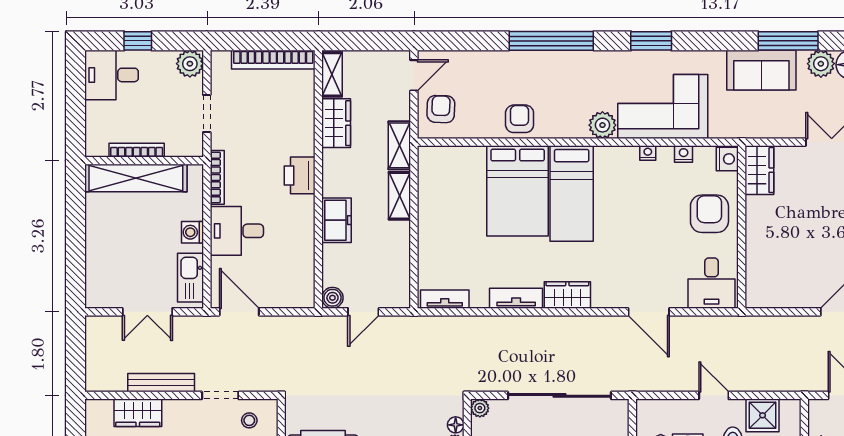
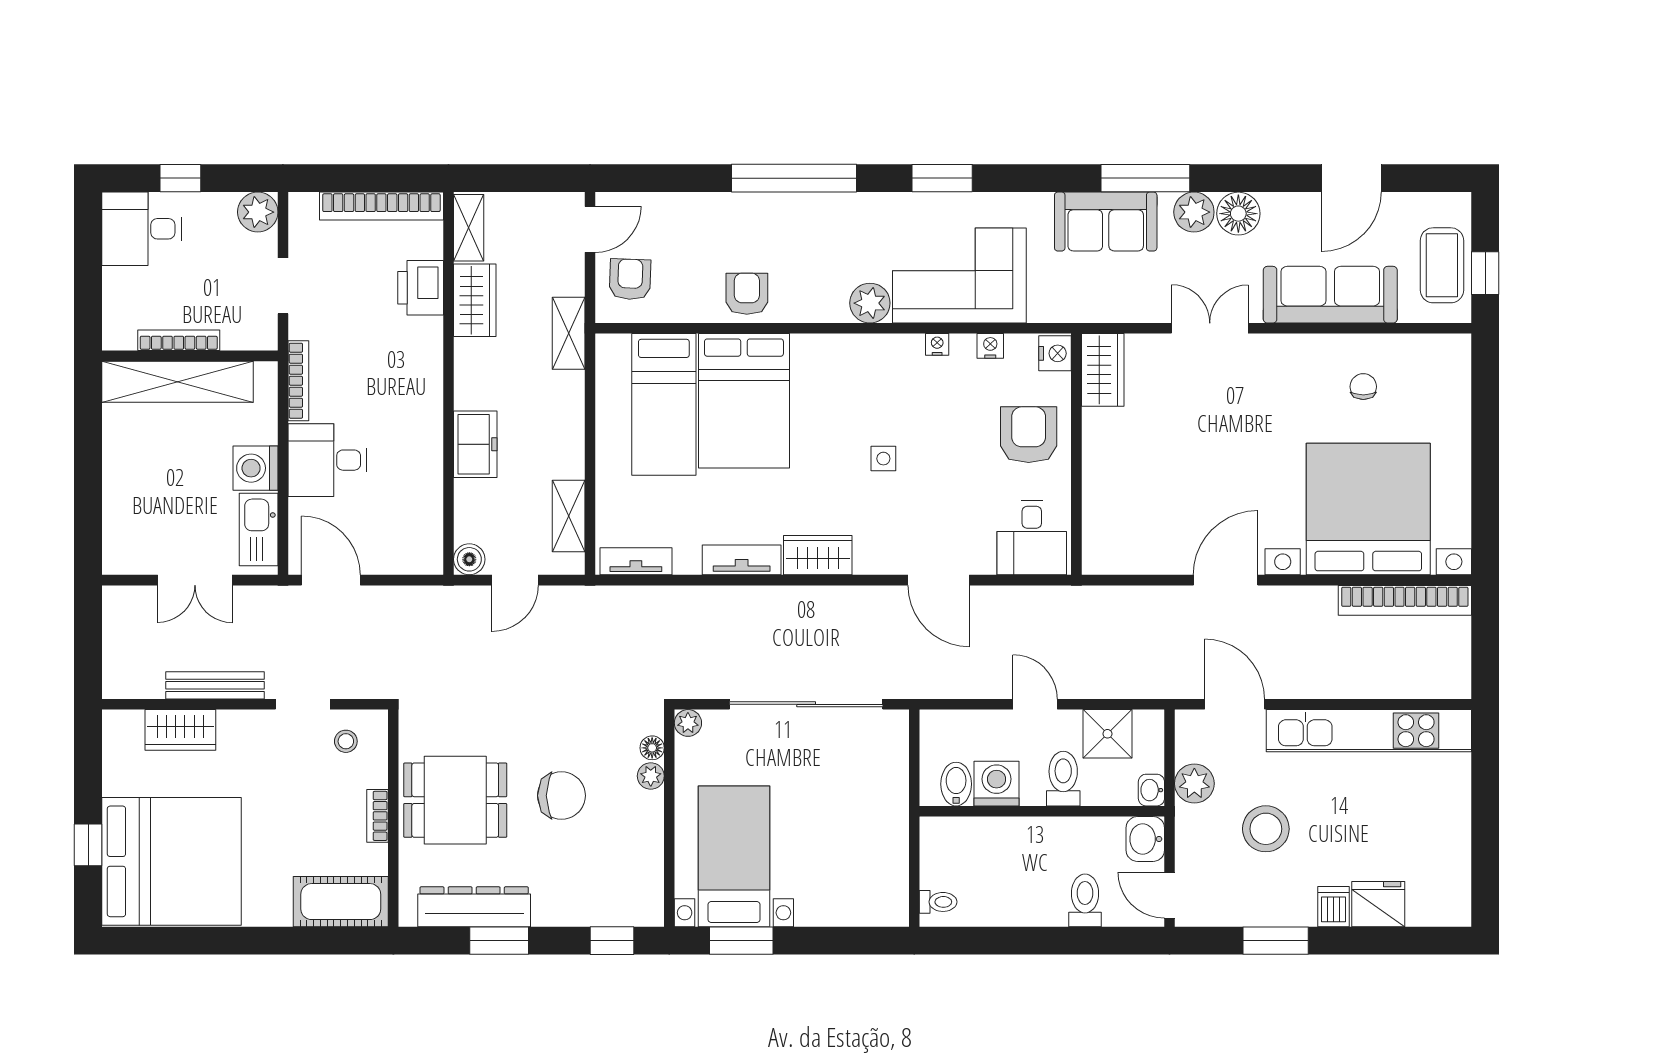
printer: (300, 175) -> (421, 288), moved
bed: (572, 193) -> (664, 404), moved
shelving: (399, 196) -> (569, 516), moved
side table: (612, 230) -> (883, 459), added
washing machine: (192, 232) -> (255, 468), width x1.38, depth x1.38

